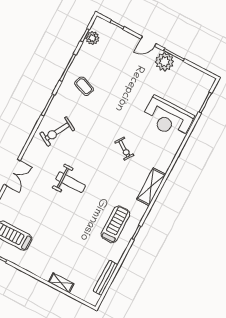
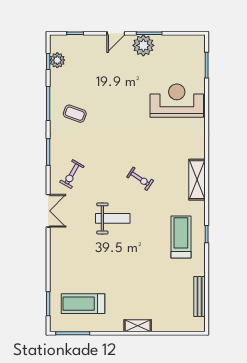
reception desk: (168, 118) -> (177, 101), turned 180
exercise bike: (57, 132) -> (72, 174), width x0.73, depth x0.72
exercise bike: (124, 149) -> (140, 179), moved
double door: (12, 173) -> (48, 211), moved
shelving: (61, 283) -> (138, 326), moved

